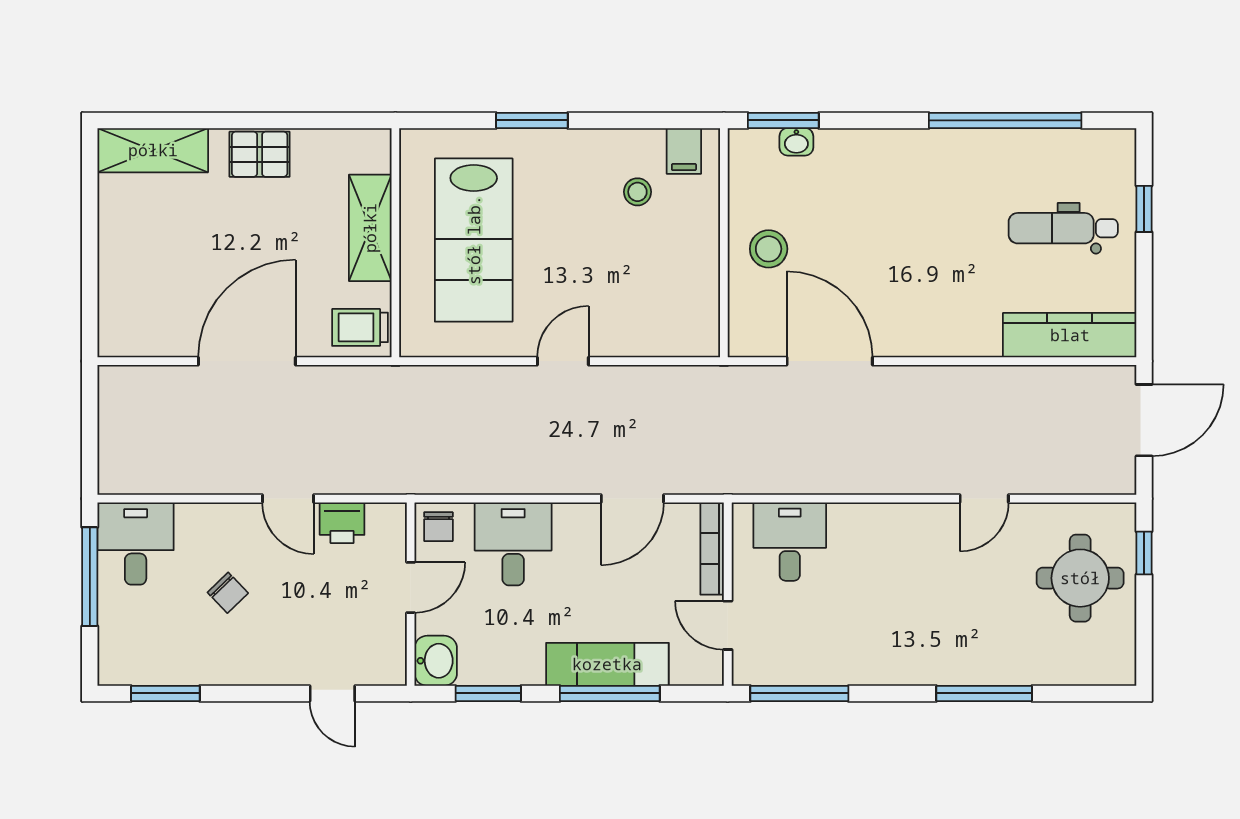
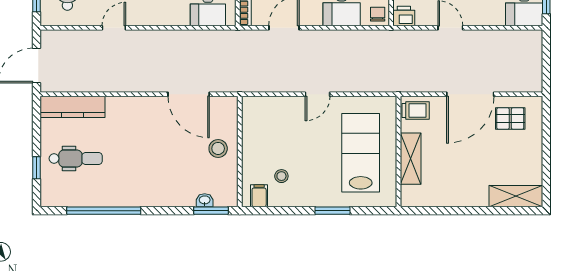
pallet: (260, 154) -> (510, 119), moved
printer: (342, 523) -> (404, 16), moved

